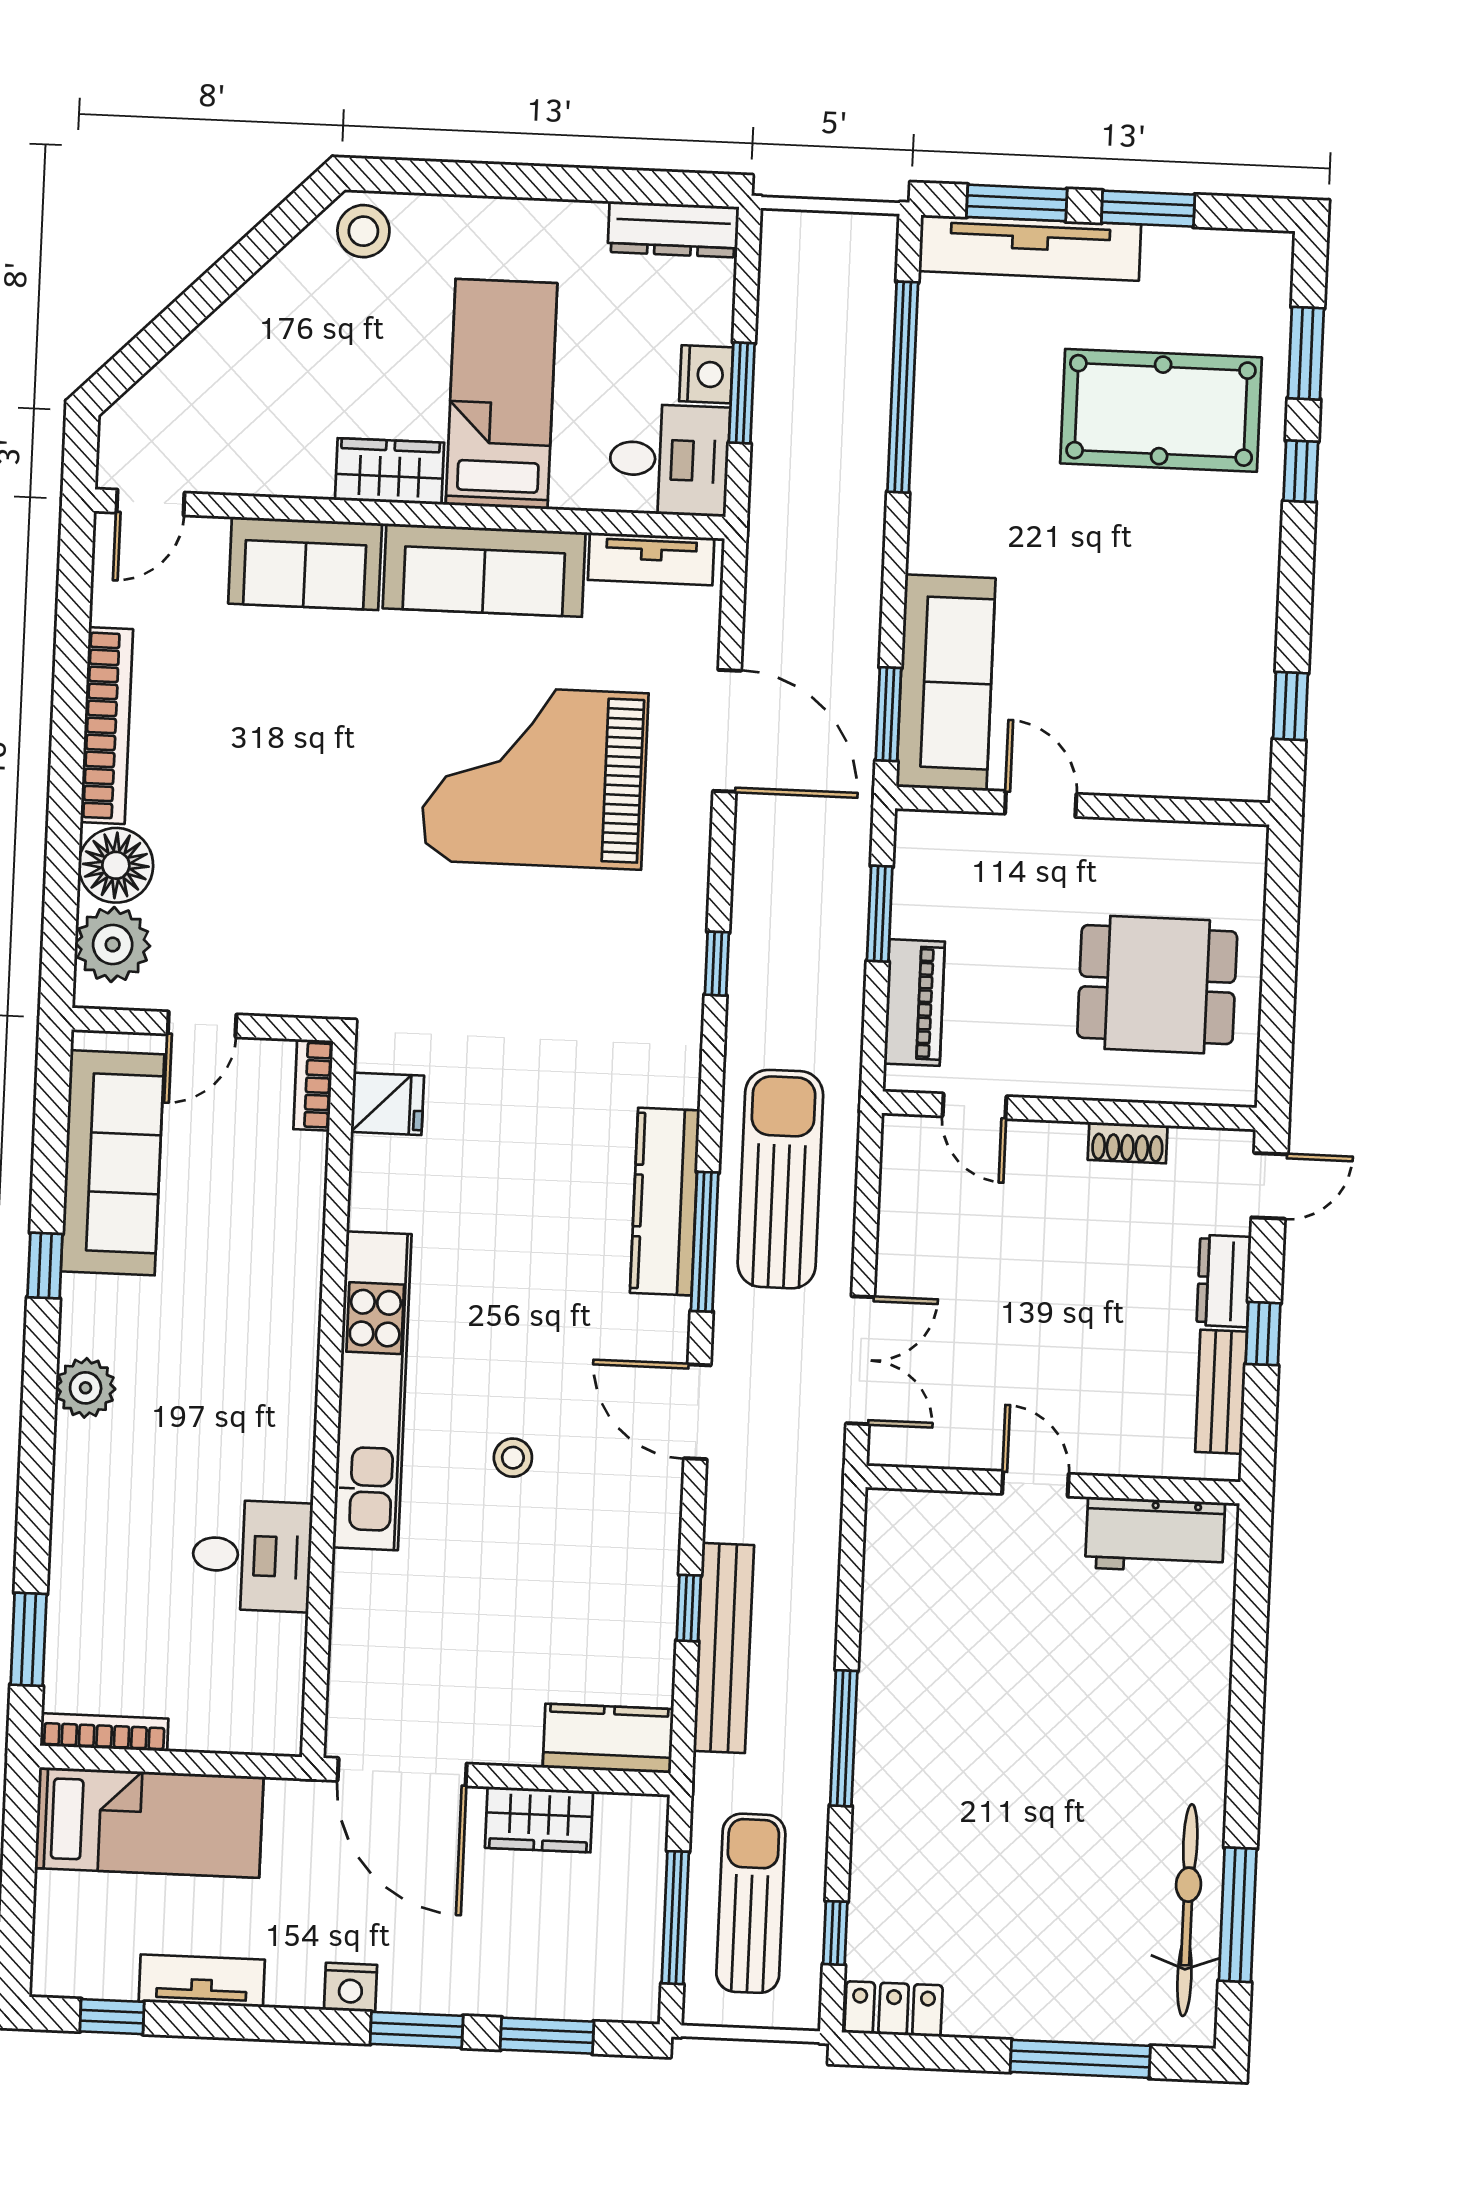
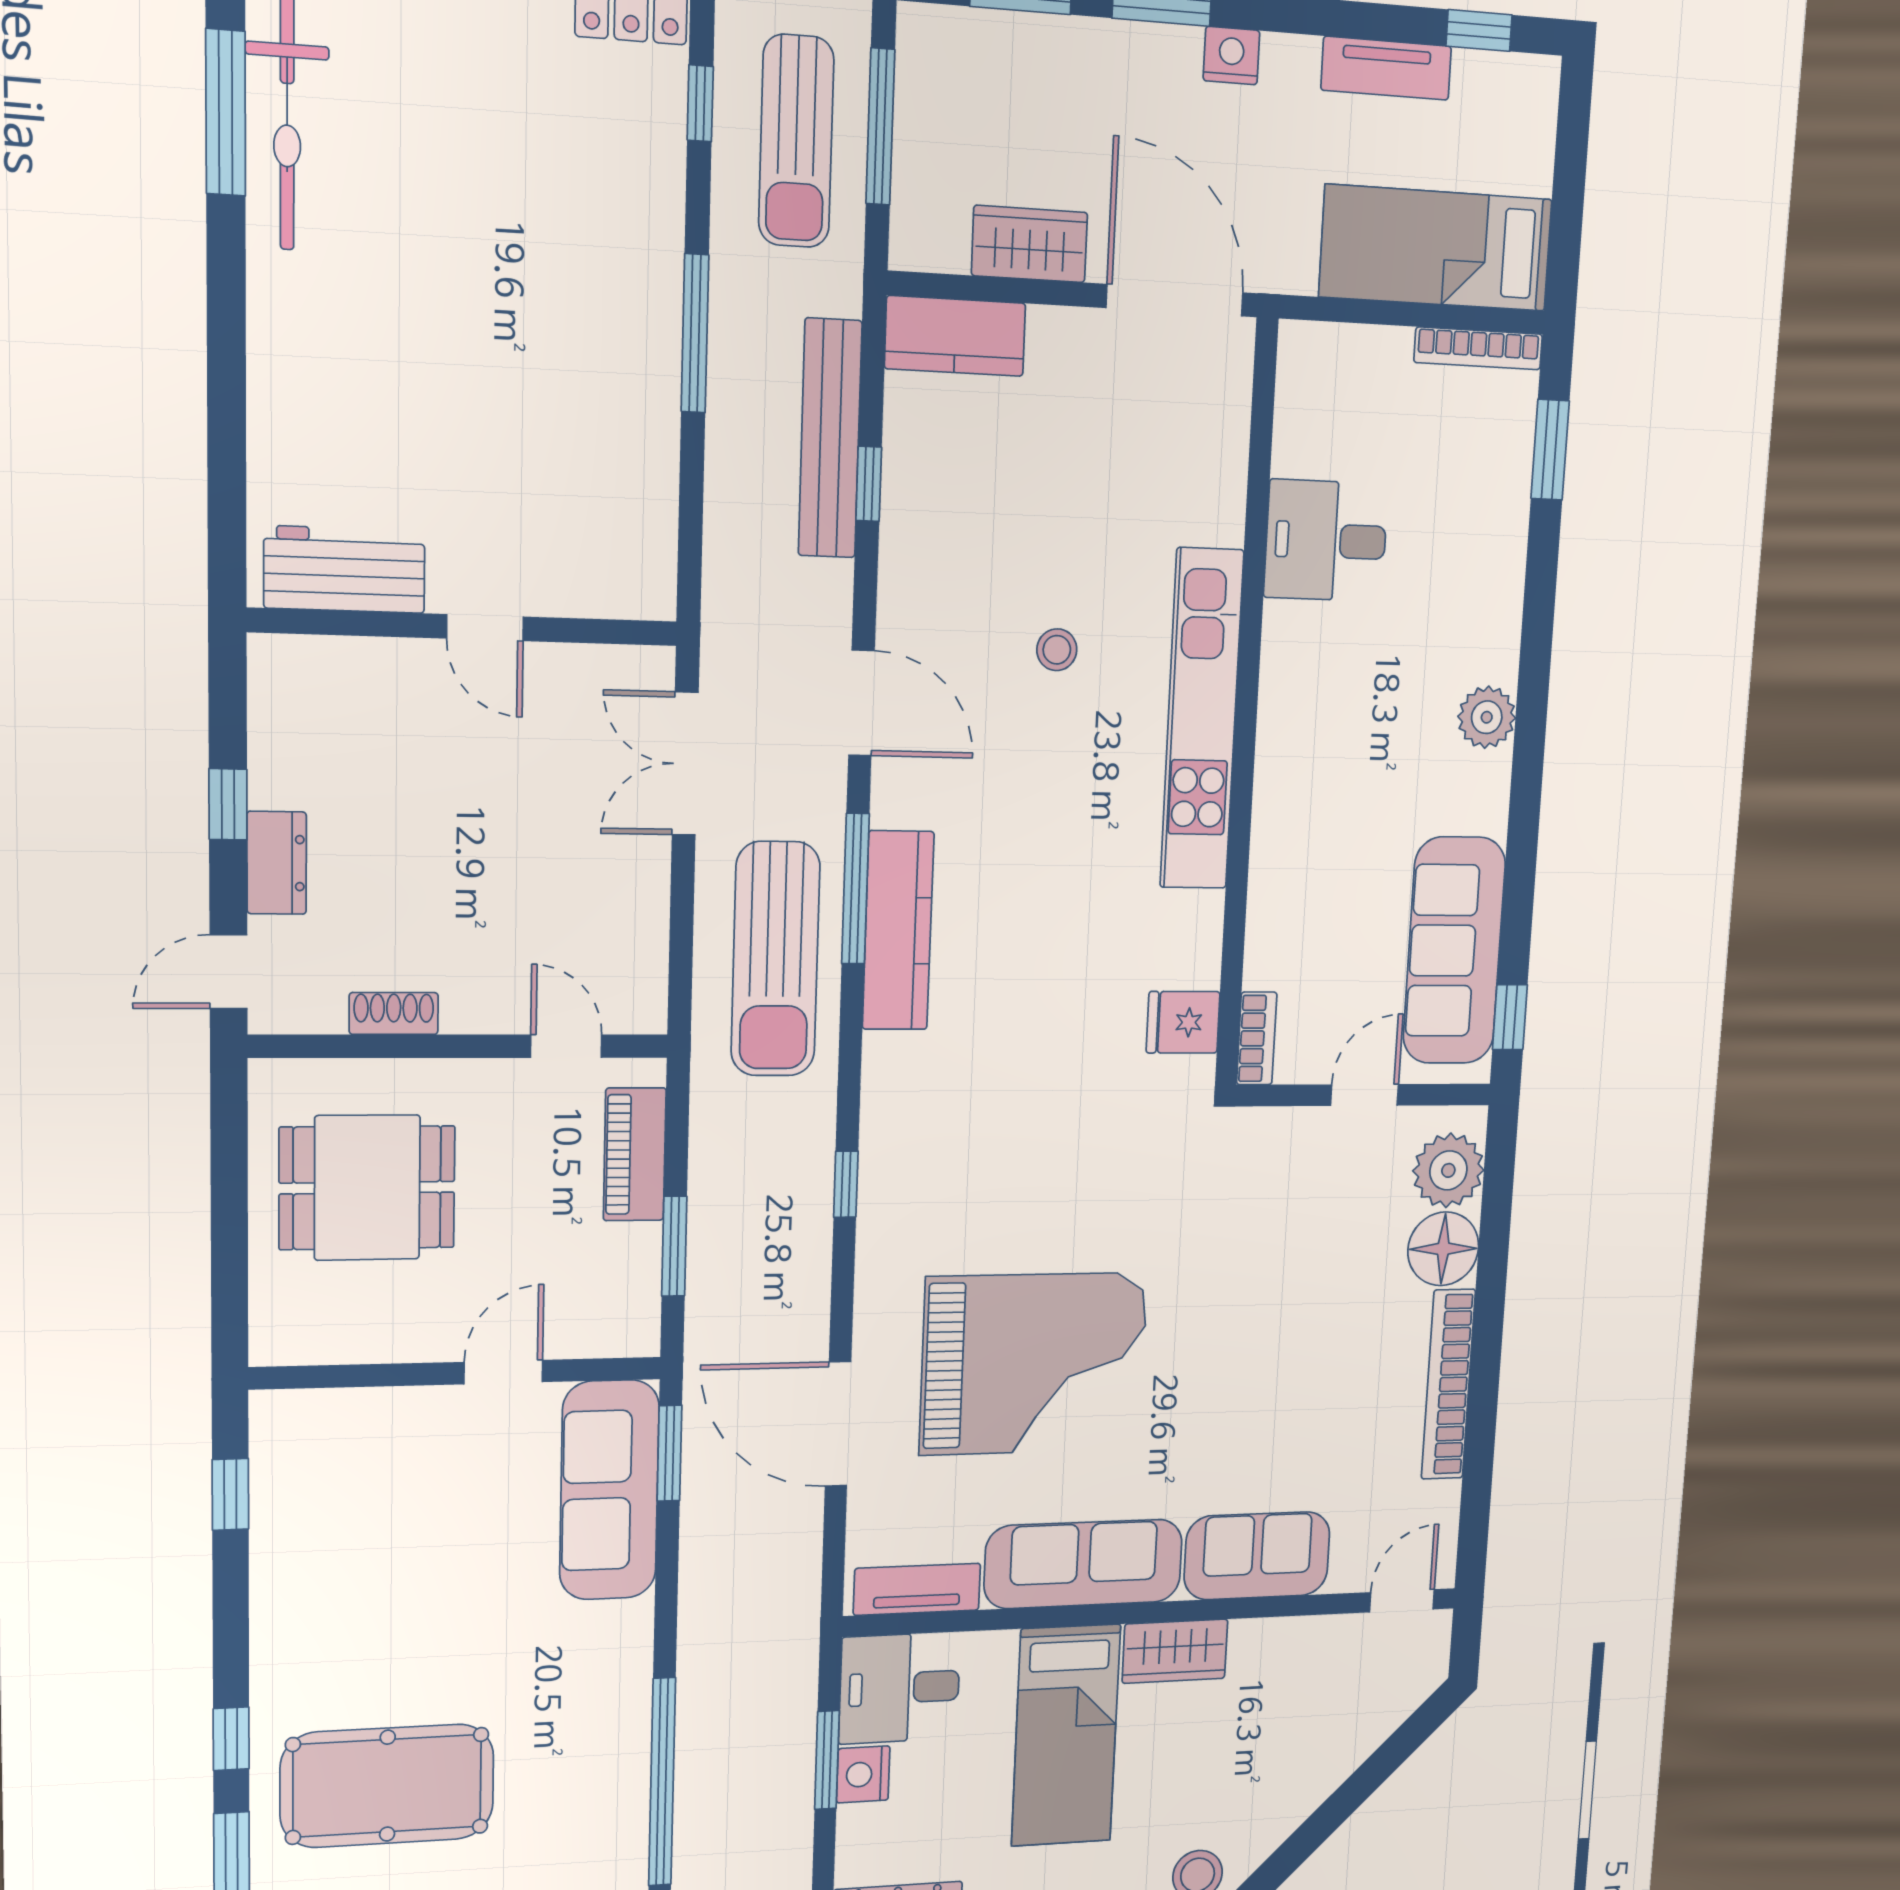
door: (1041, 804) -> (503, 1372), swing flipped
window: (45, 1266) -> (1510, 1017), moved
bench: (1221, 1392) -> (274, 737), removed

